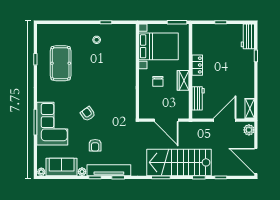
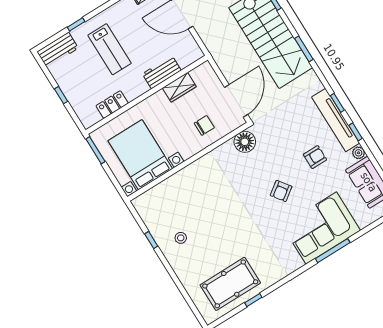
pool table: (61, 63) -> (230, 284), moved
locker: (197, 65) -> (112, 105), moved
lab bench: (230, 66) -> (110, 49), added
wardrobe: (183, 80) -> (179, 87), moved
chair: (158, 81) -> (204, 125), moved
workbench: (198, 98) -> (162, 72), moved
floor lamp: (129, 111) -> (245, 142), added
door: (166, 120) -> (236, 101), moved

